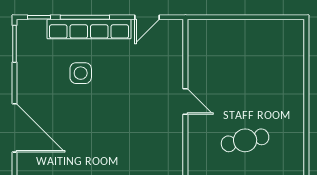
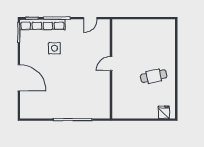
row of seats: (89, 29) -> (42, 25), moved
door: (185, 101) -> (111, 64), swing flipped
cafe table: (245, 140) -> (154, 76), moved

